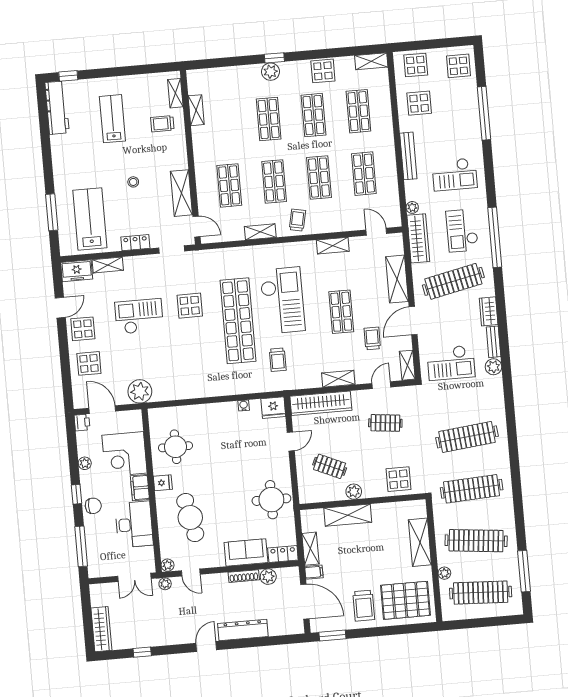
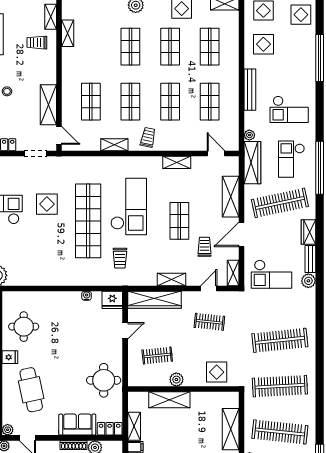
clothes rail: (330, 466) -> (157, 356), turned -30

